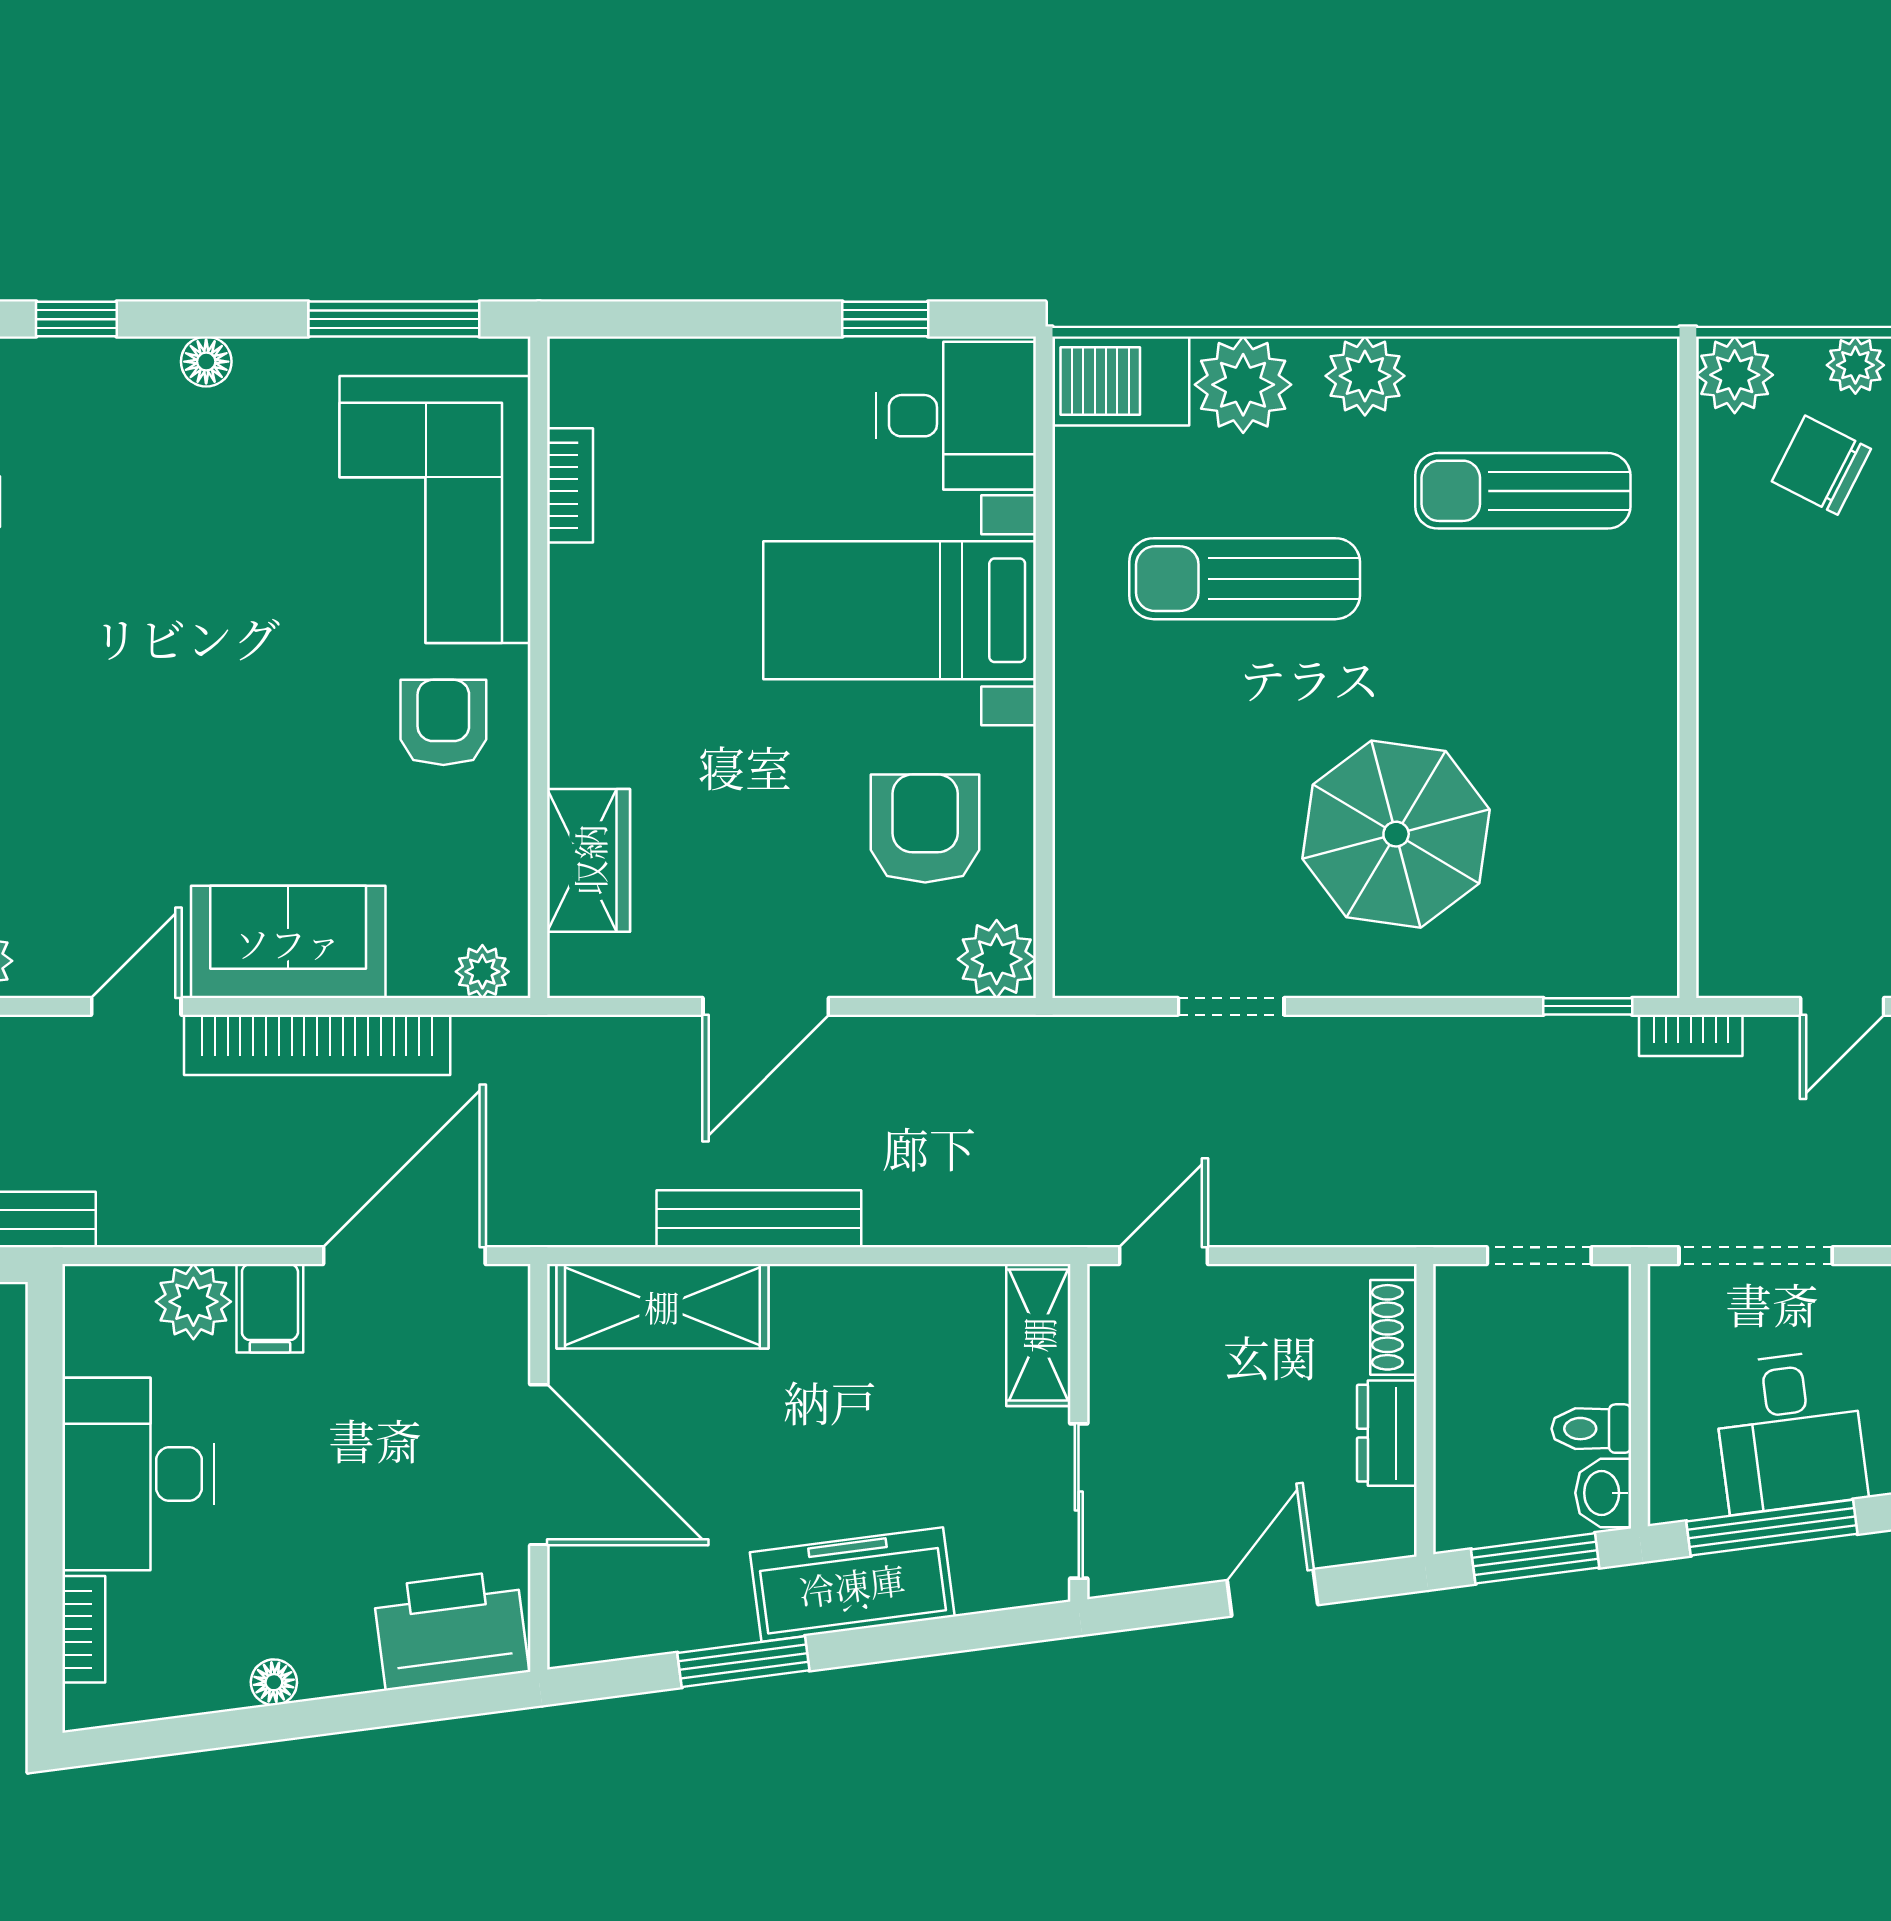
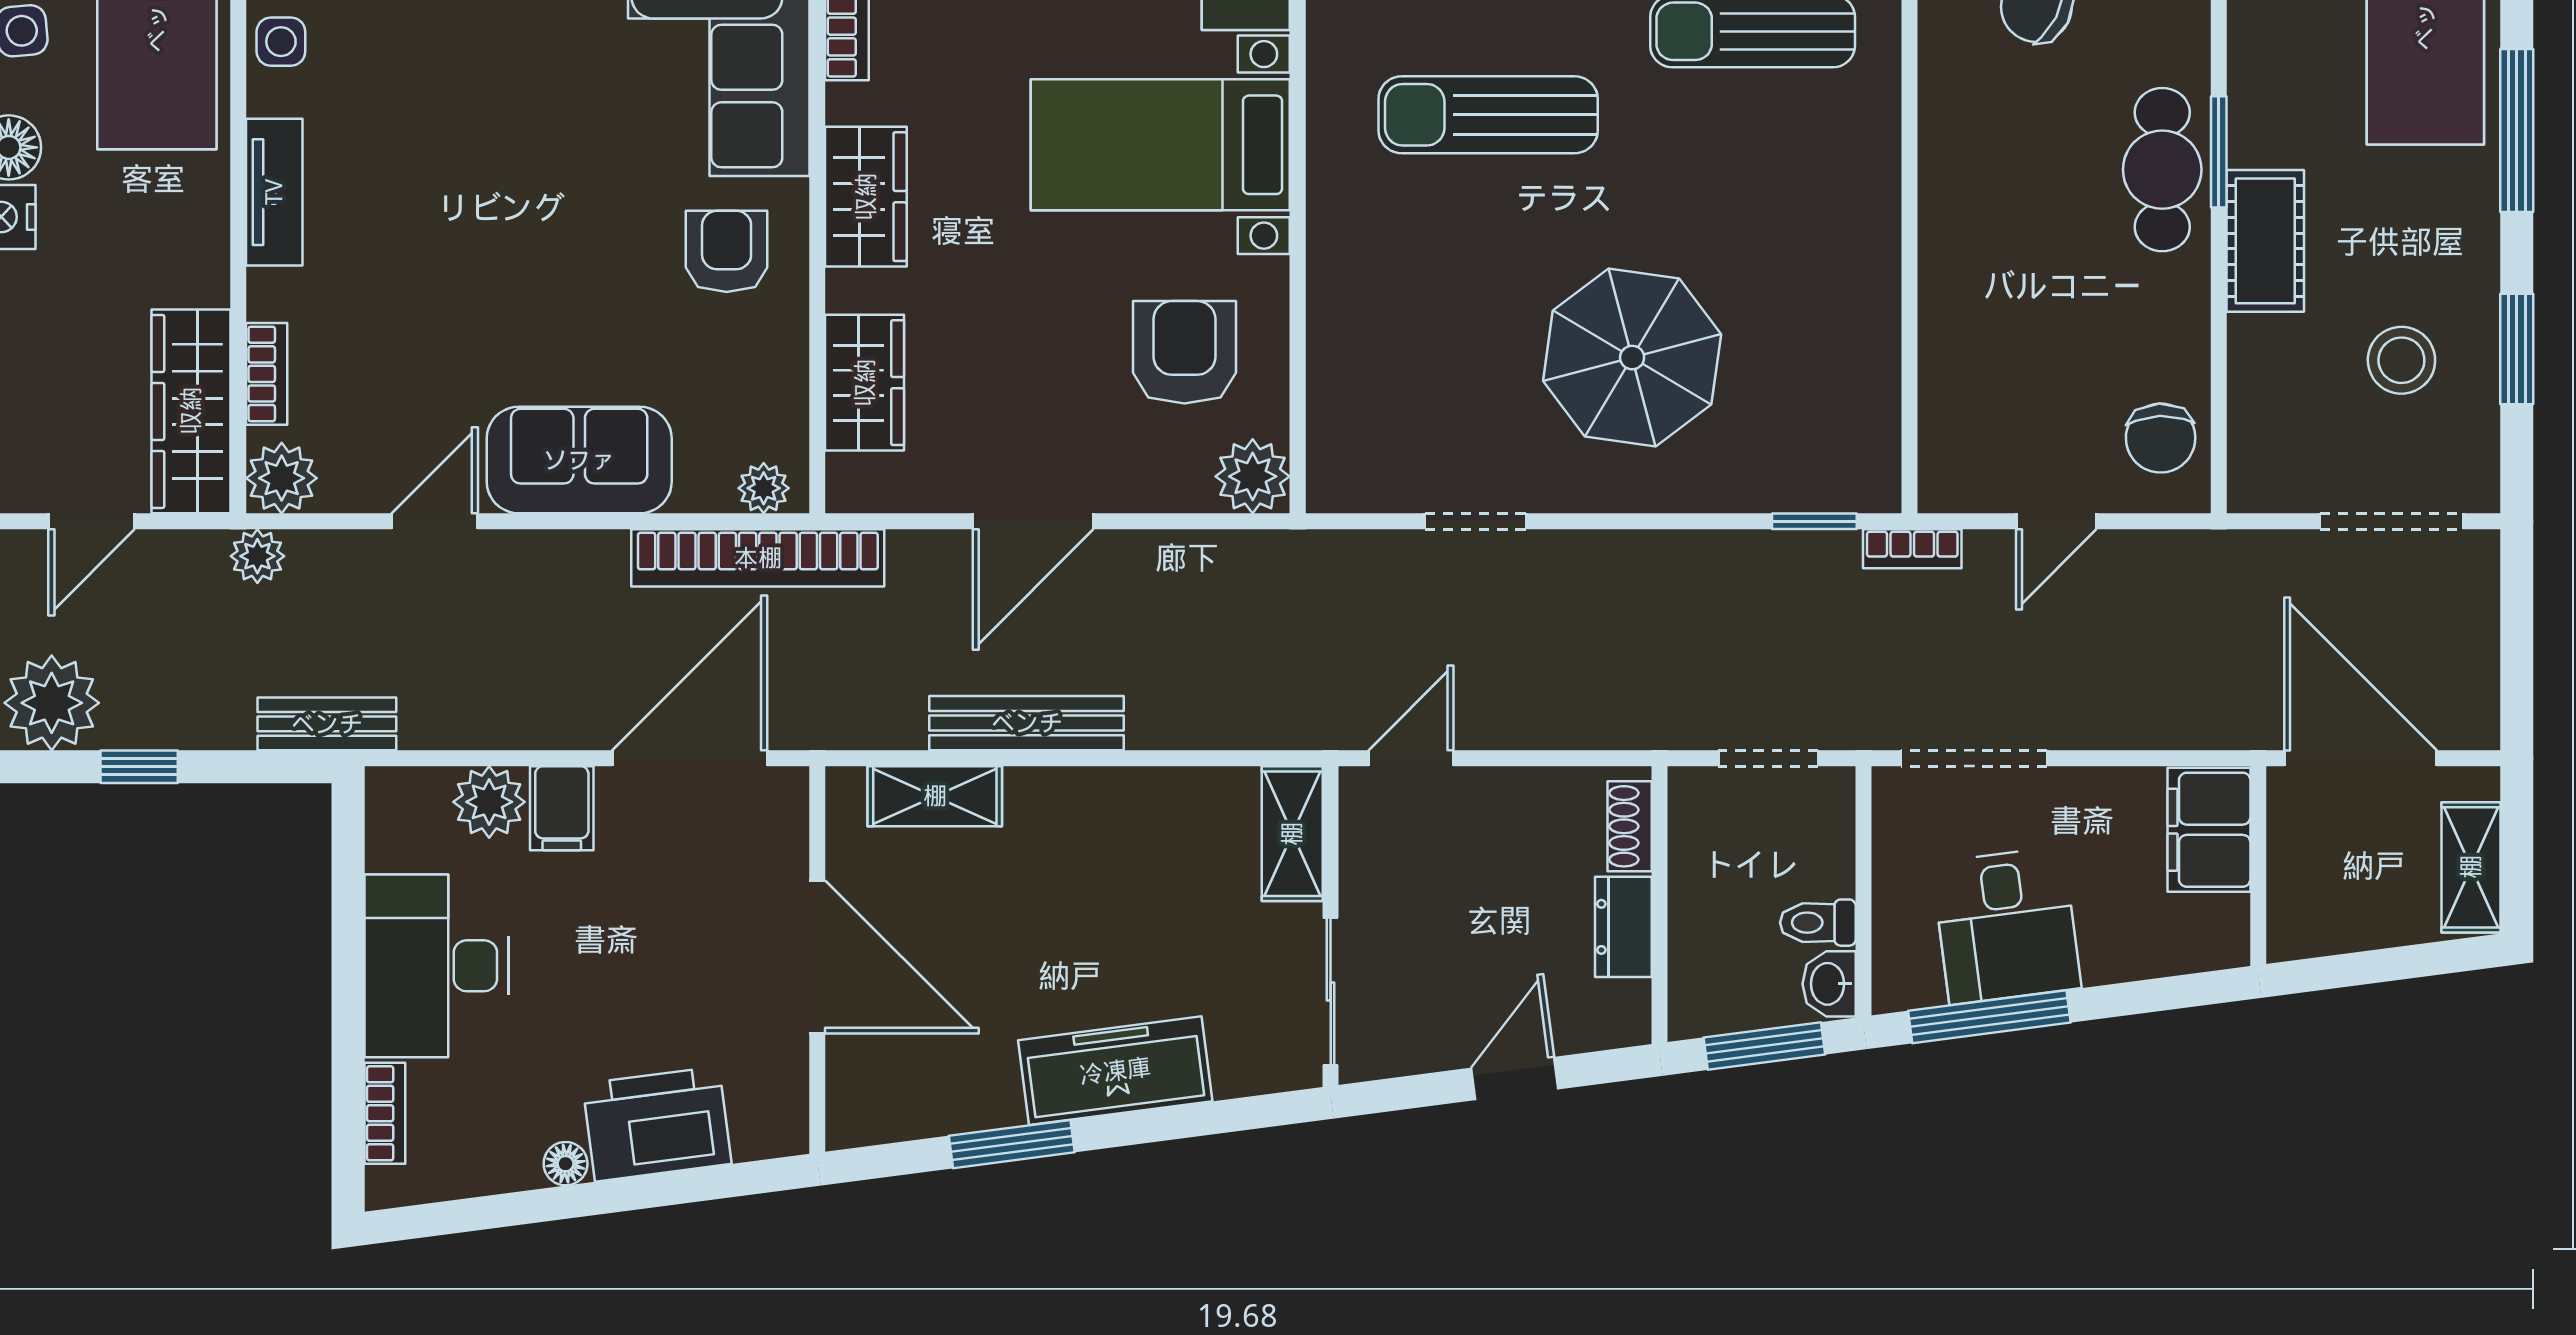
wardrobe: (590, 665) -> (866, 197), added
bookcase: (317, 1045) -> (758, 558), moved
shelving: (662, 1306) -> (935, 796), width x0.67, depth x0.75
printer: (451, 1630) -> (657, 1124), moved

